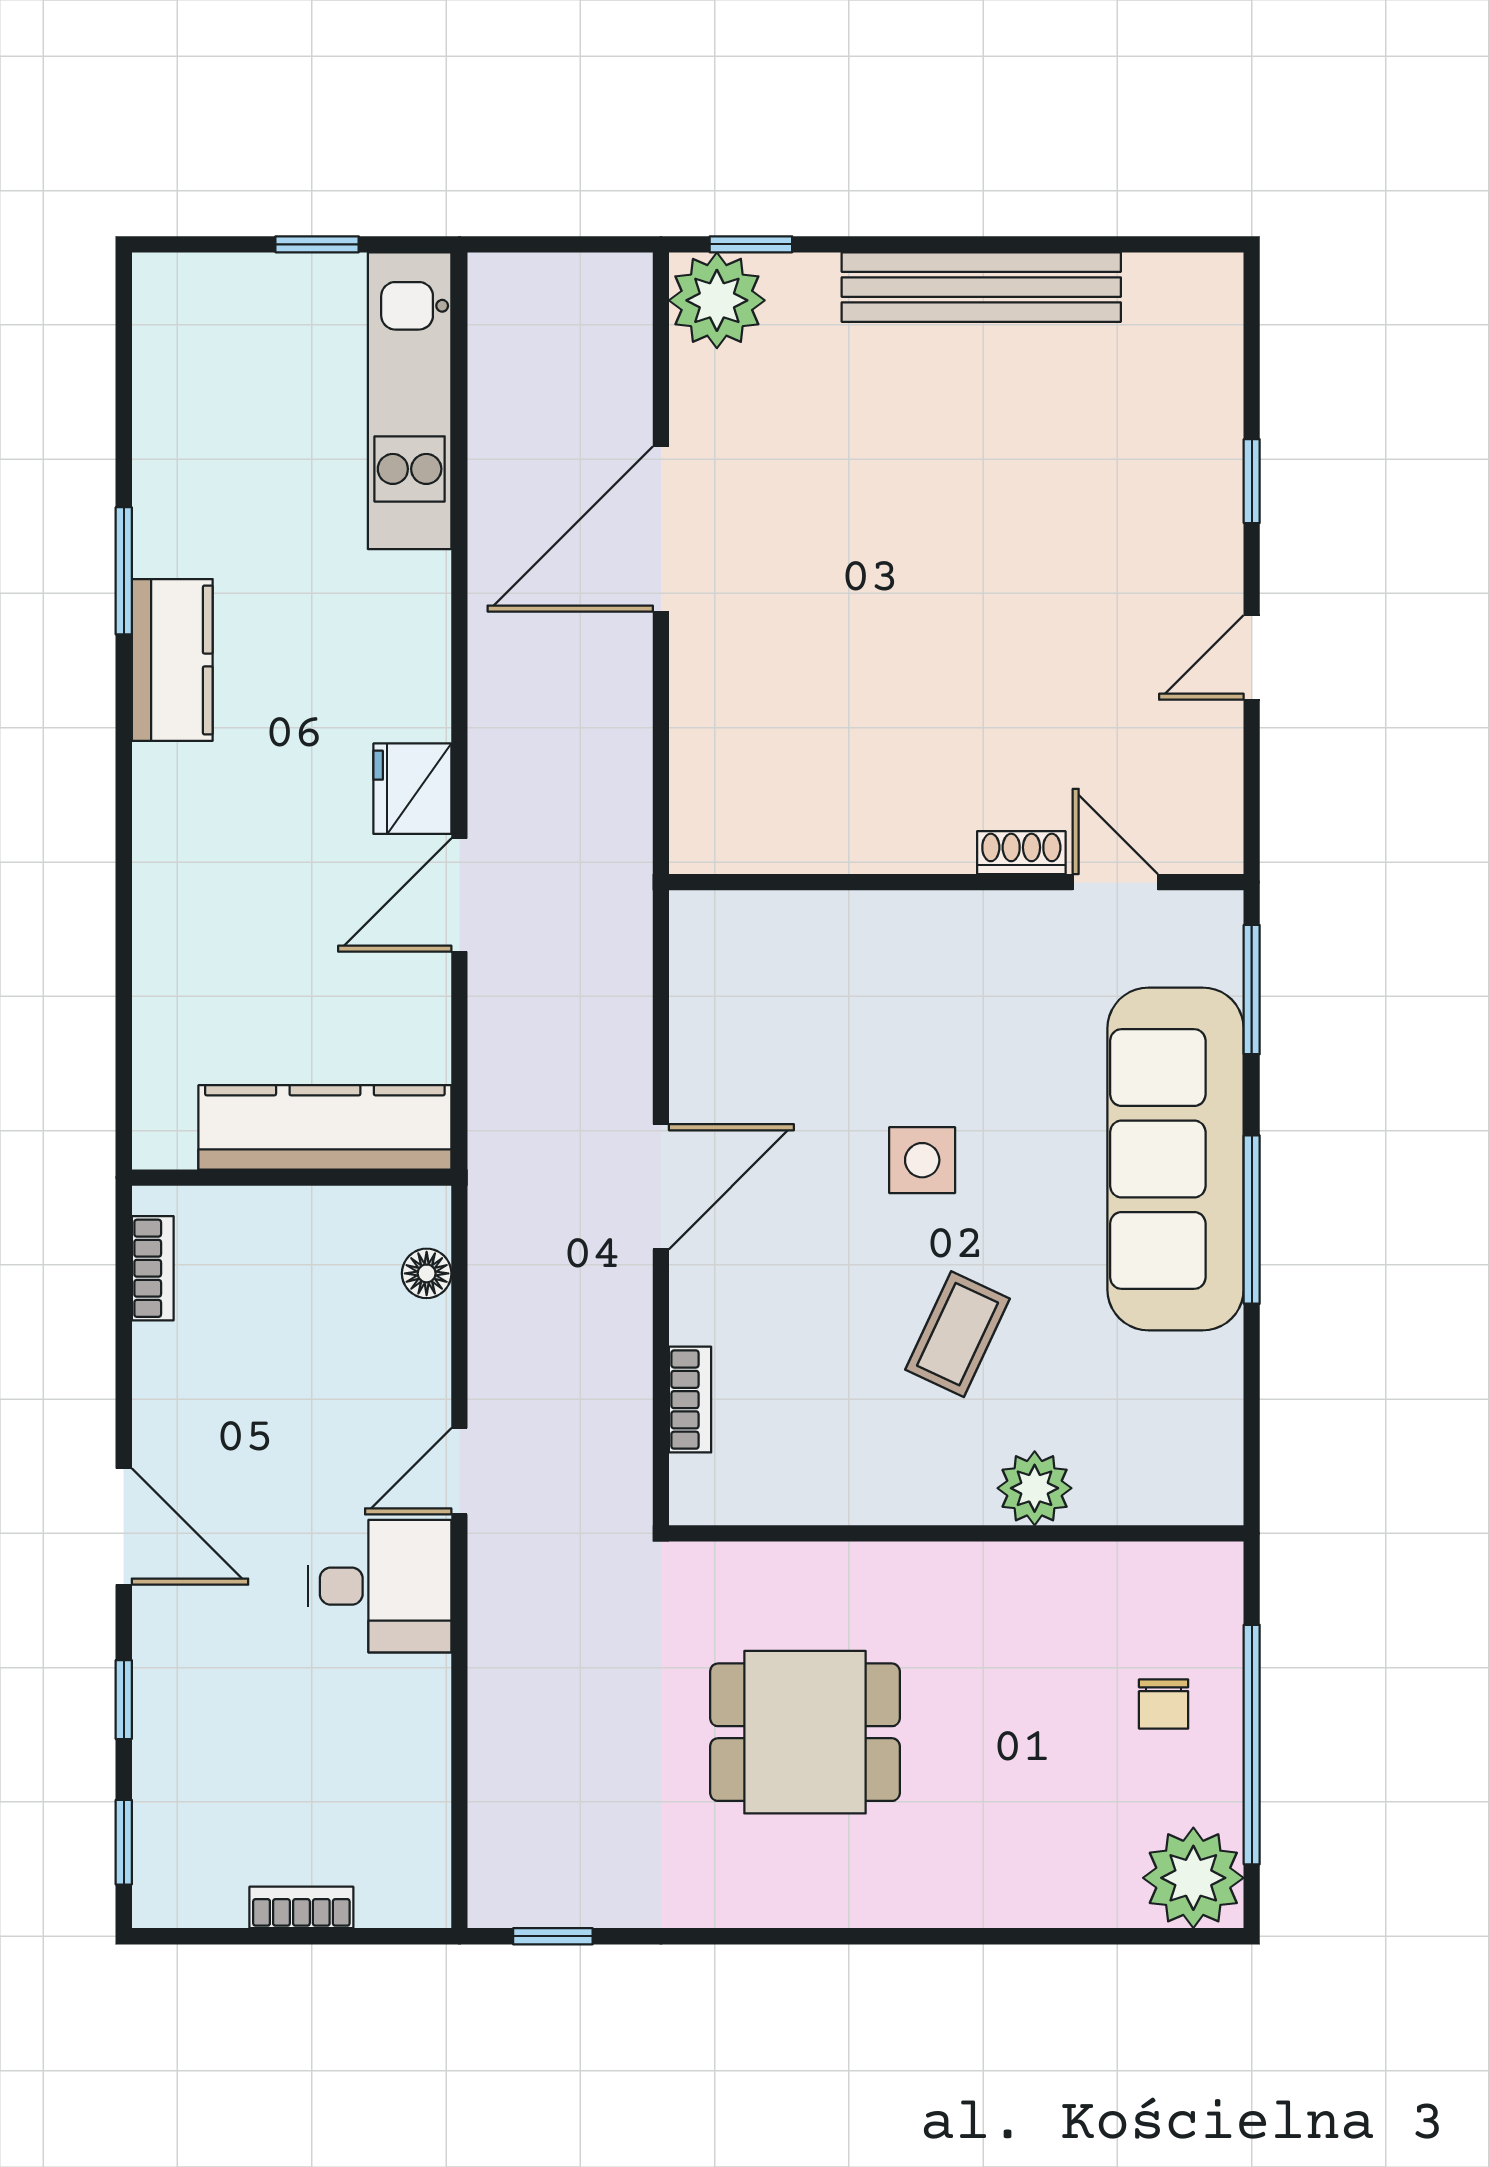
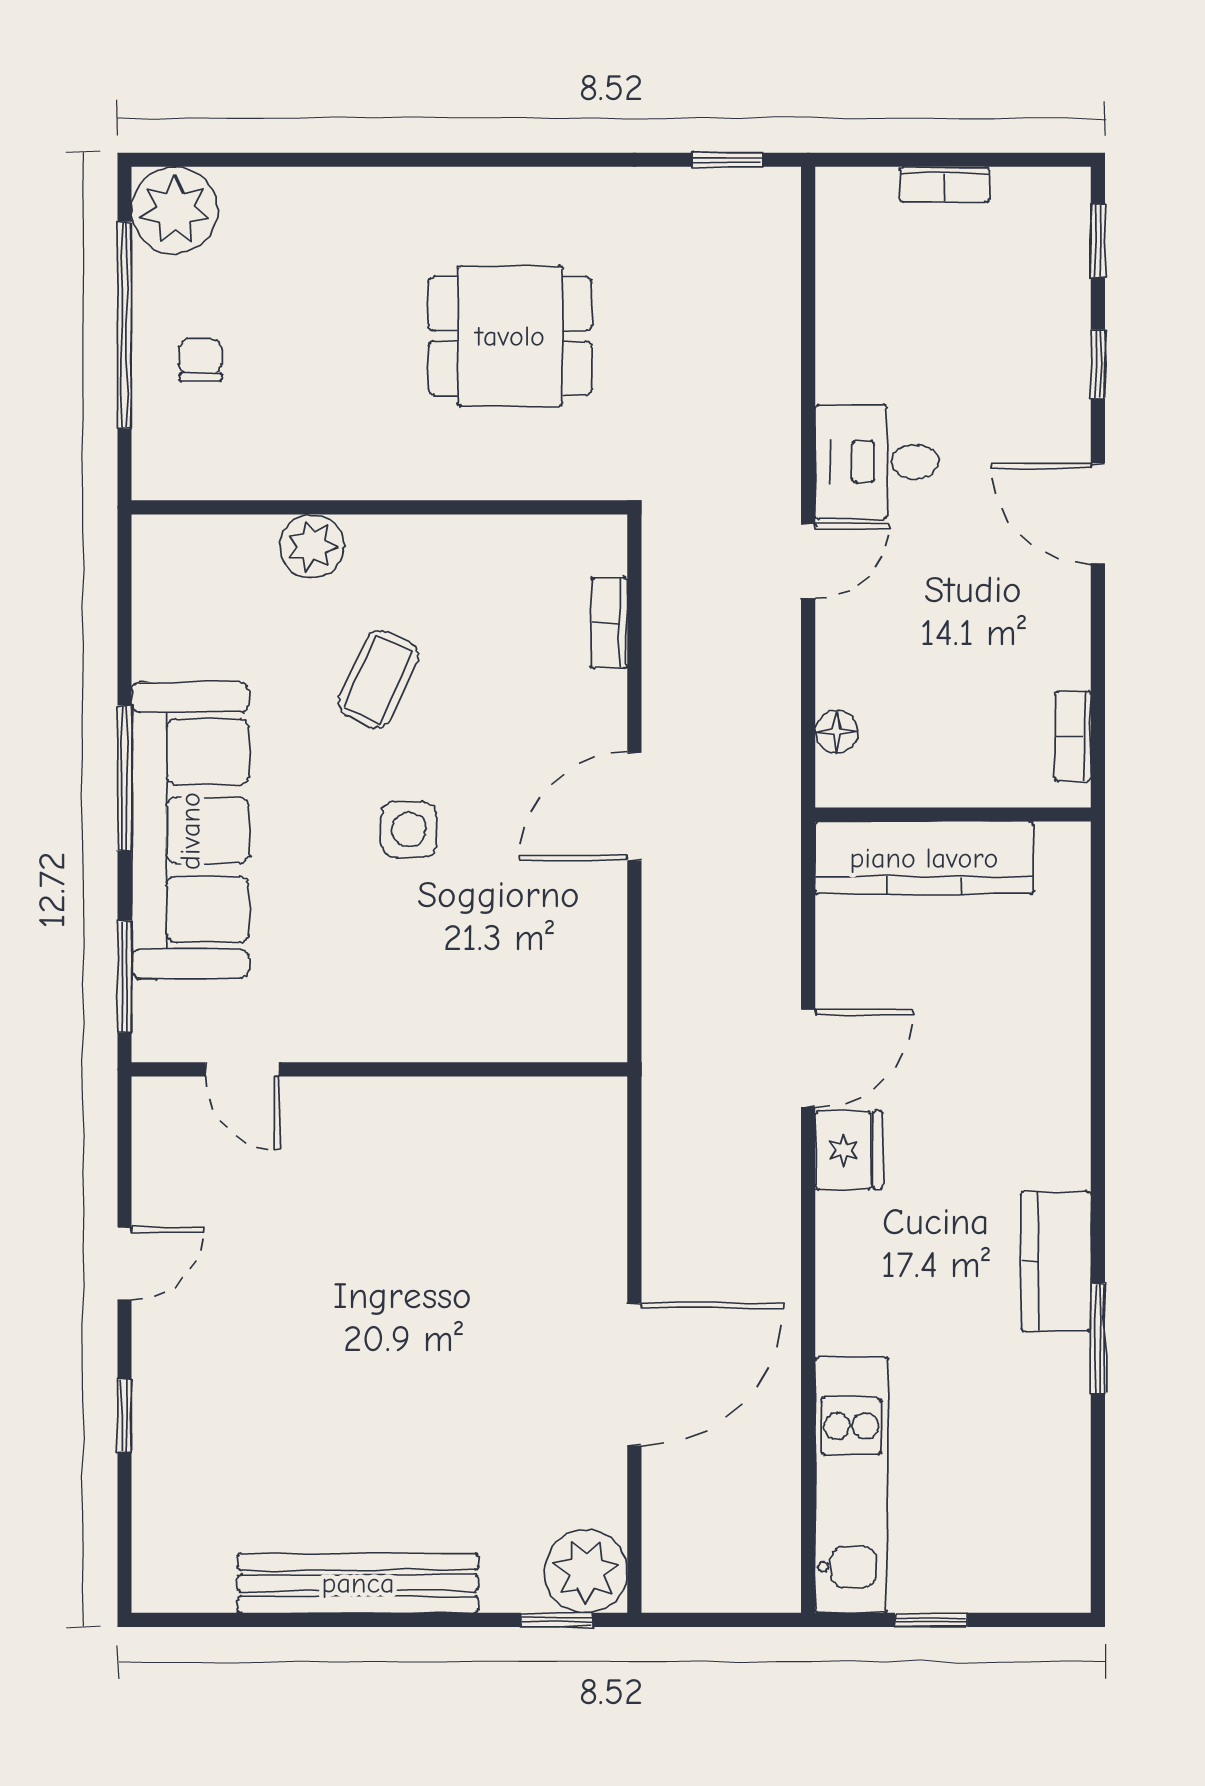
shoe rack: (1021, 853) -> (323, 1095), removed

